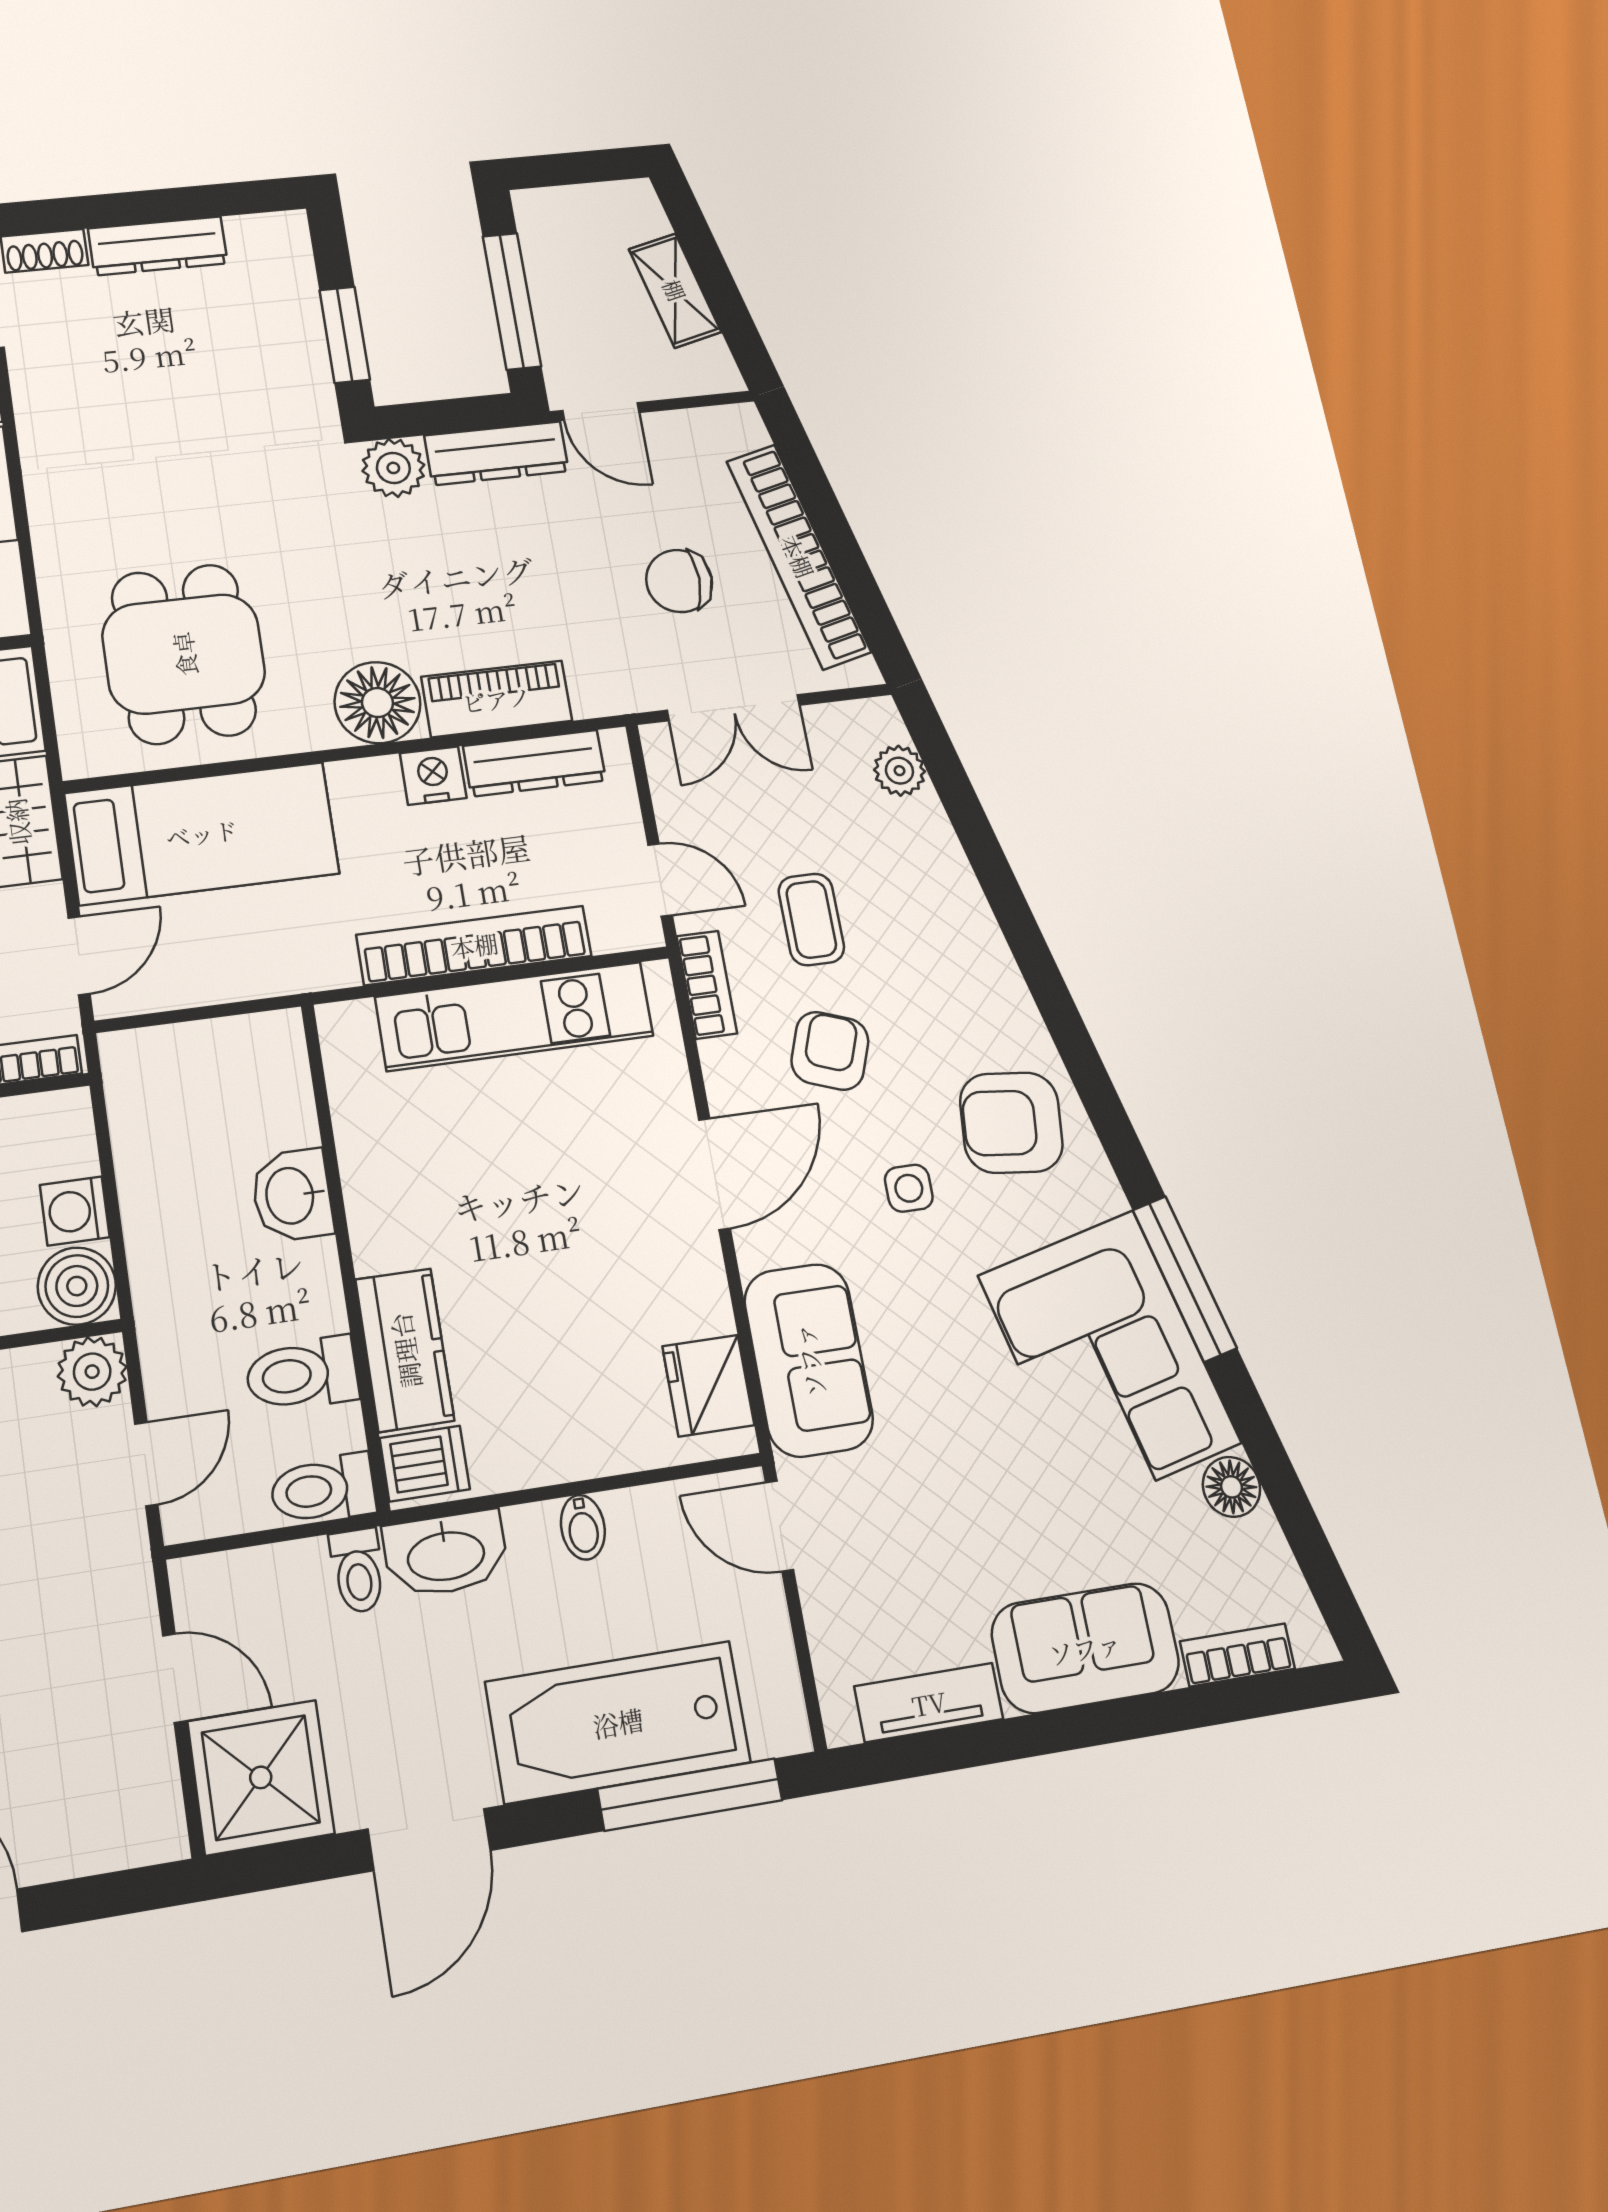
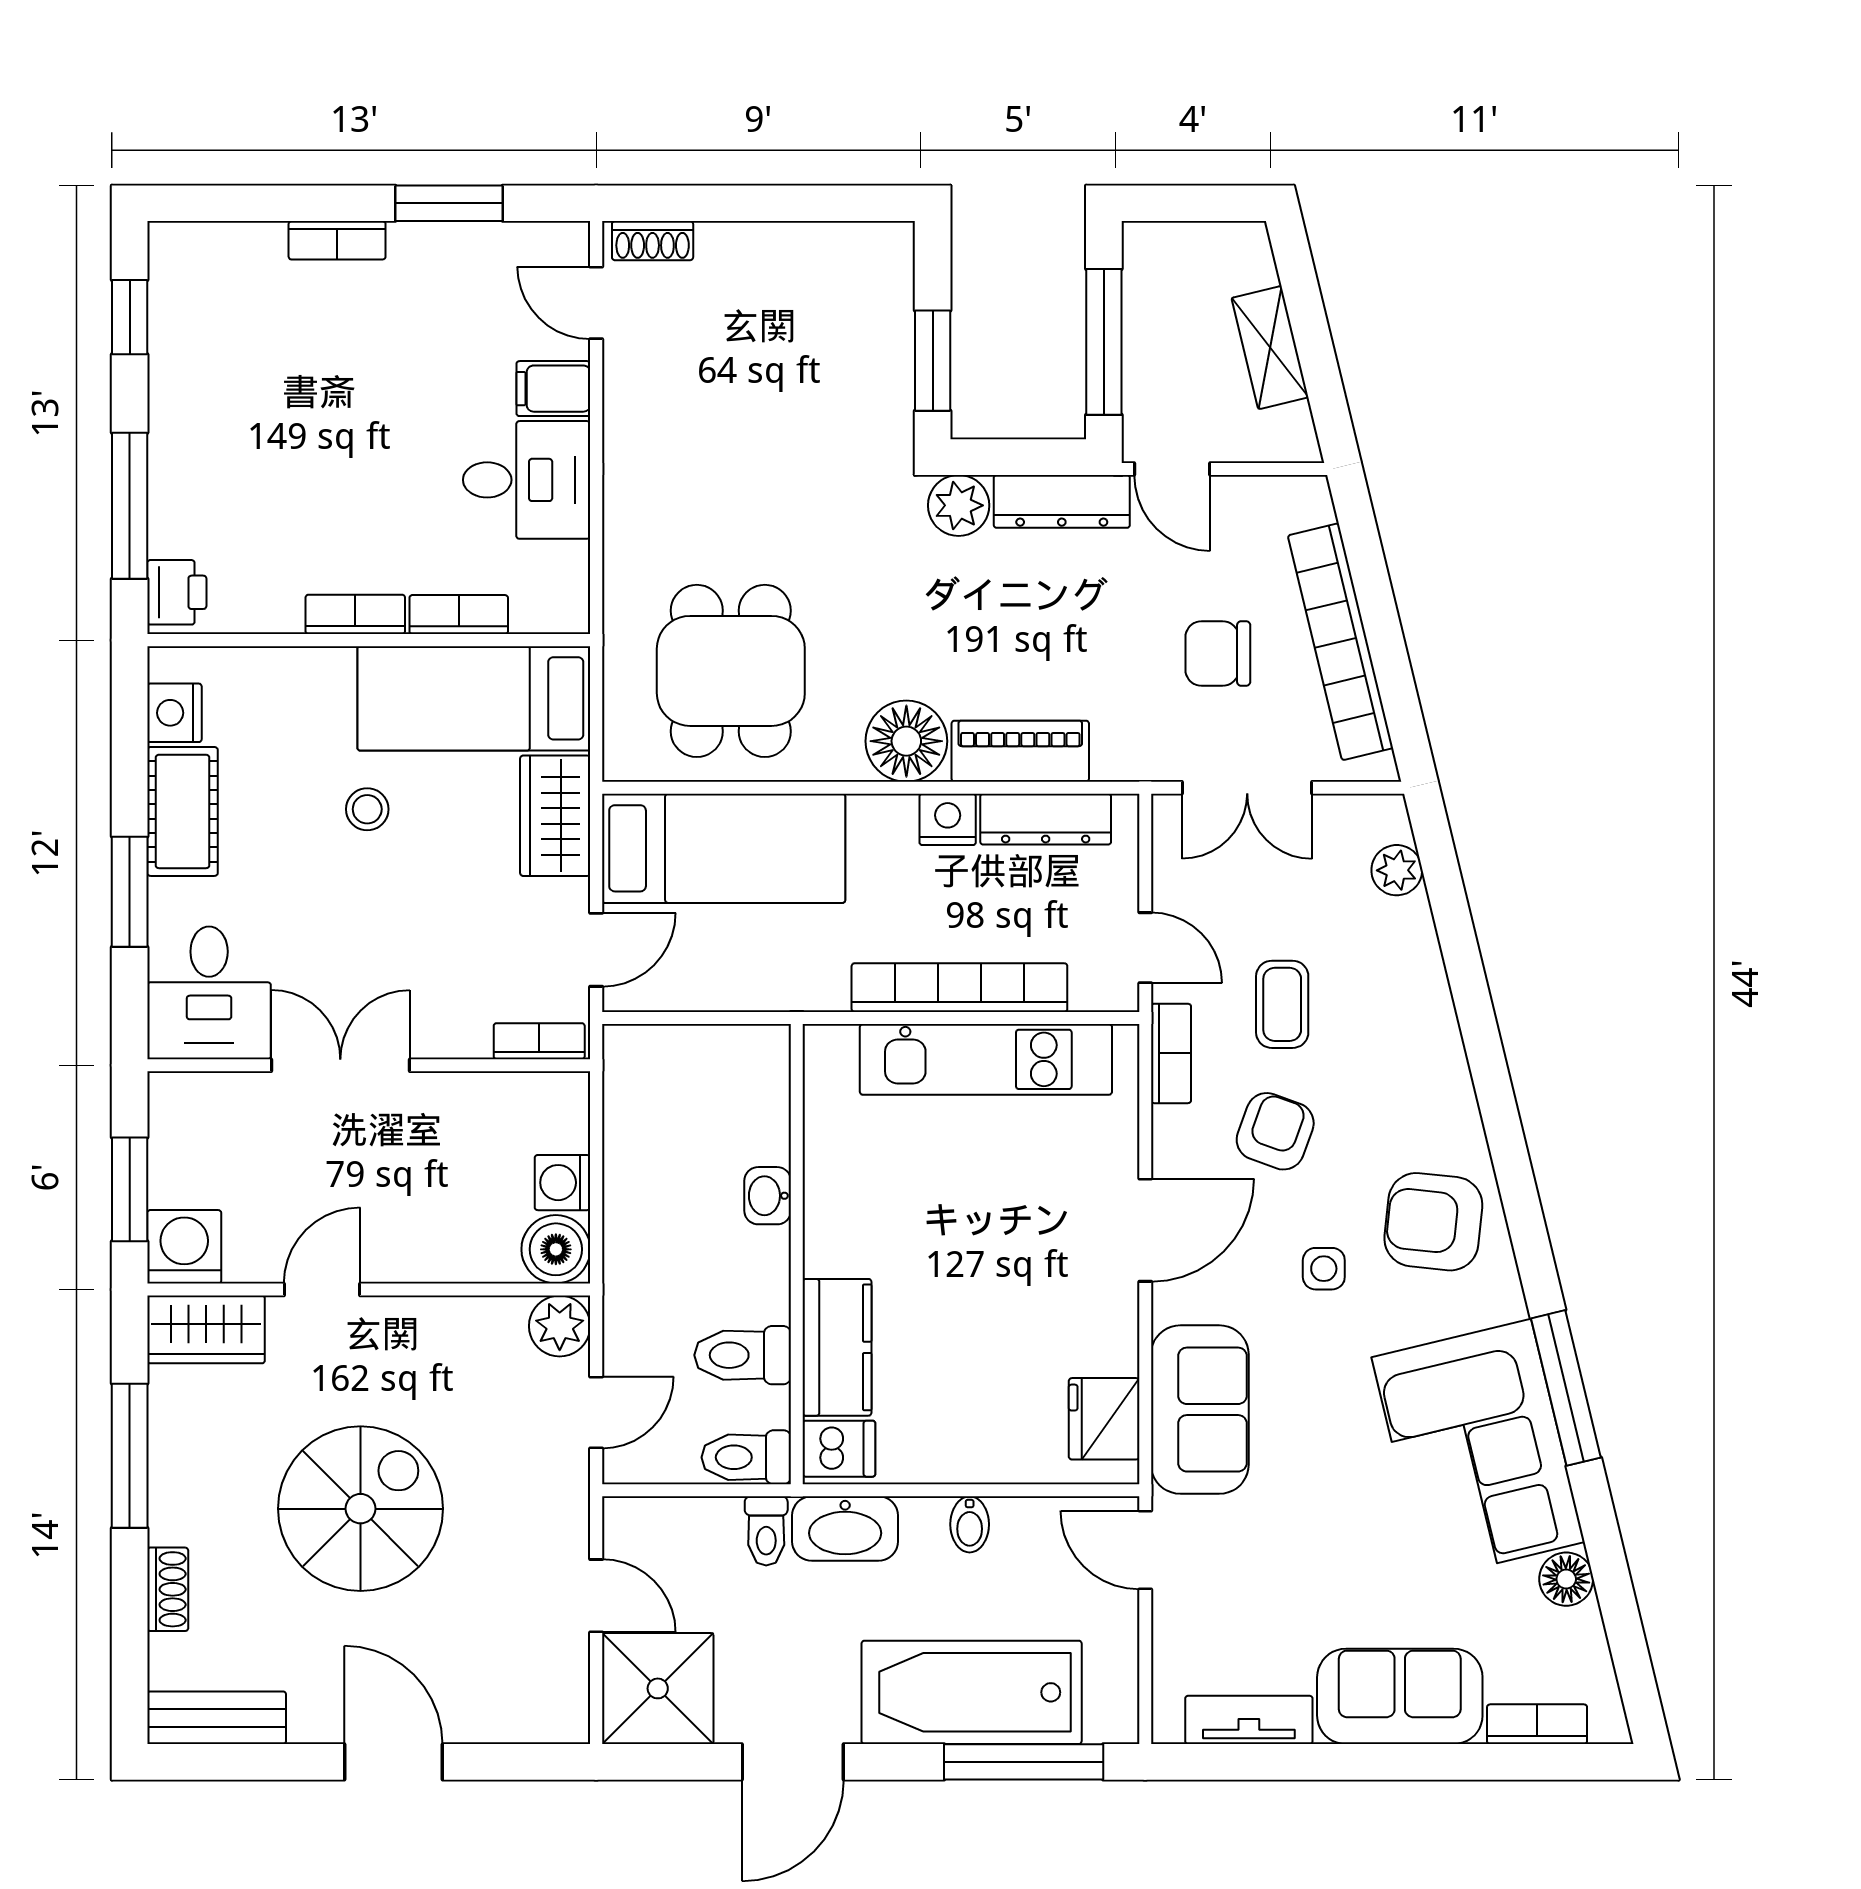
dresser: (158, 246) -> (763, 247), removed
washbasin: (292, 1195) -> (768, 1196), width x0.72, depth x0.69

